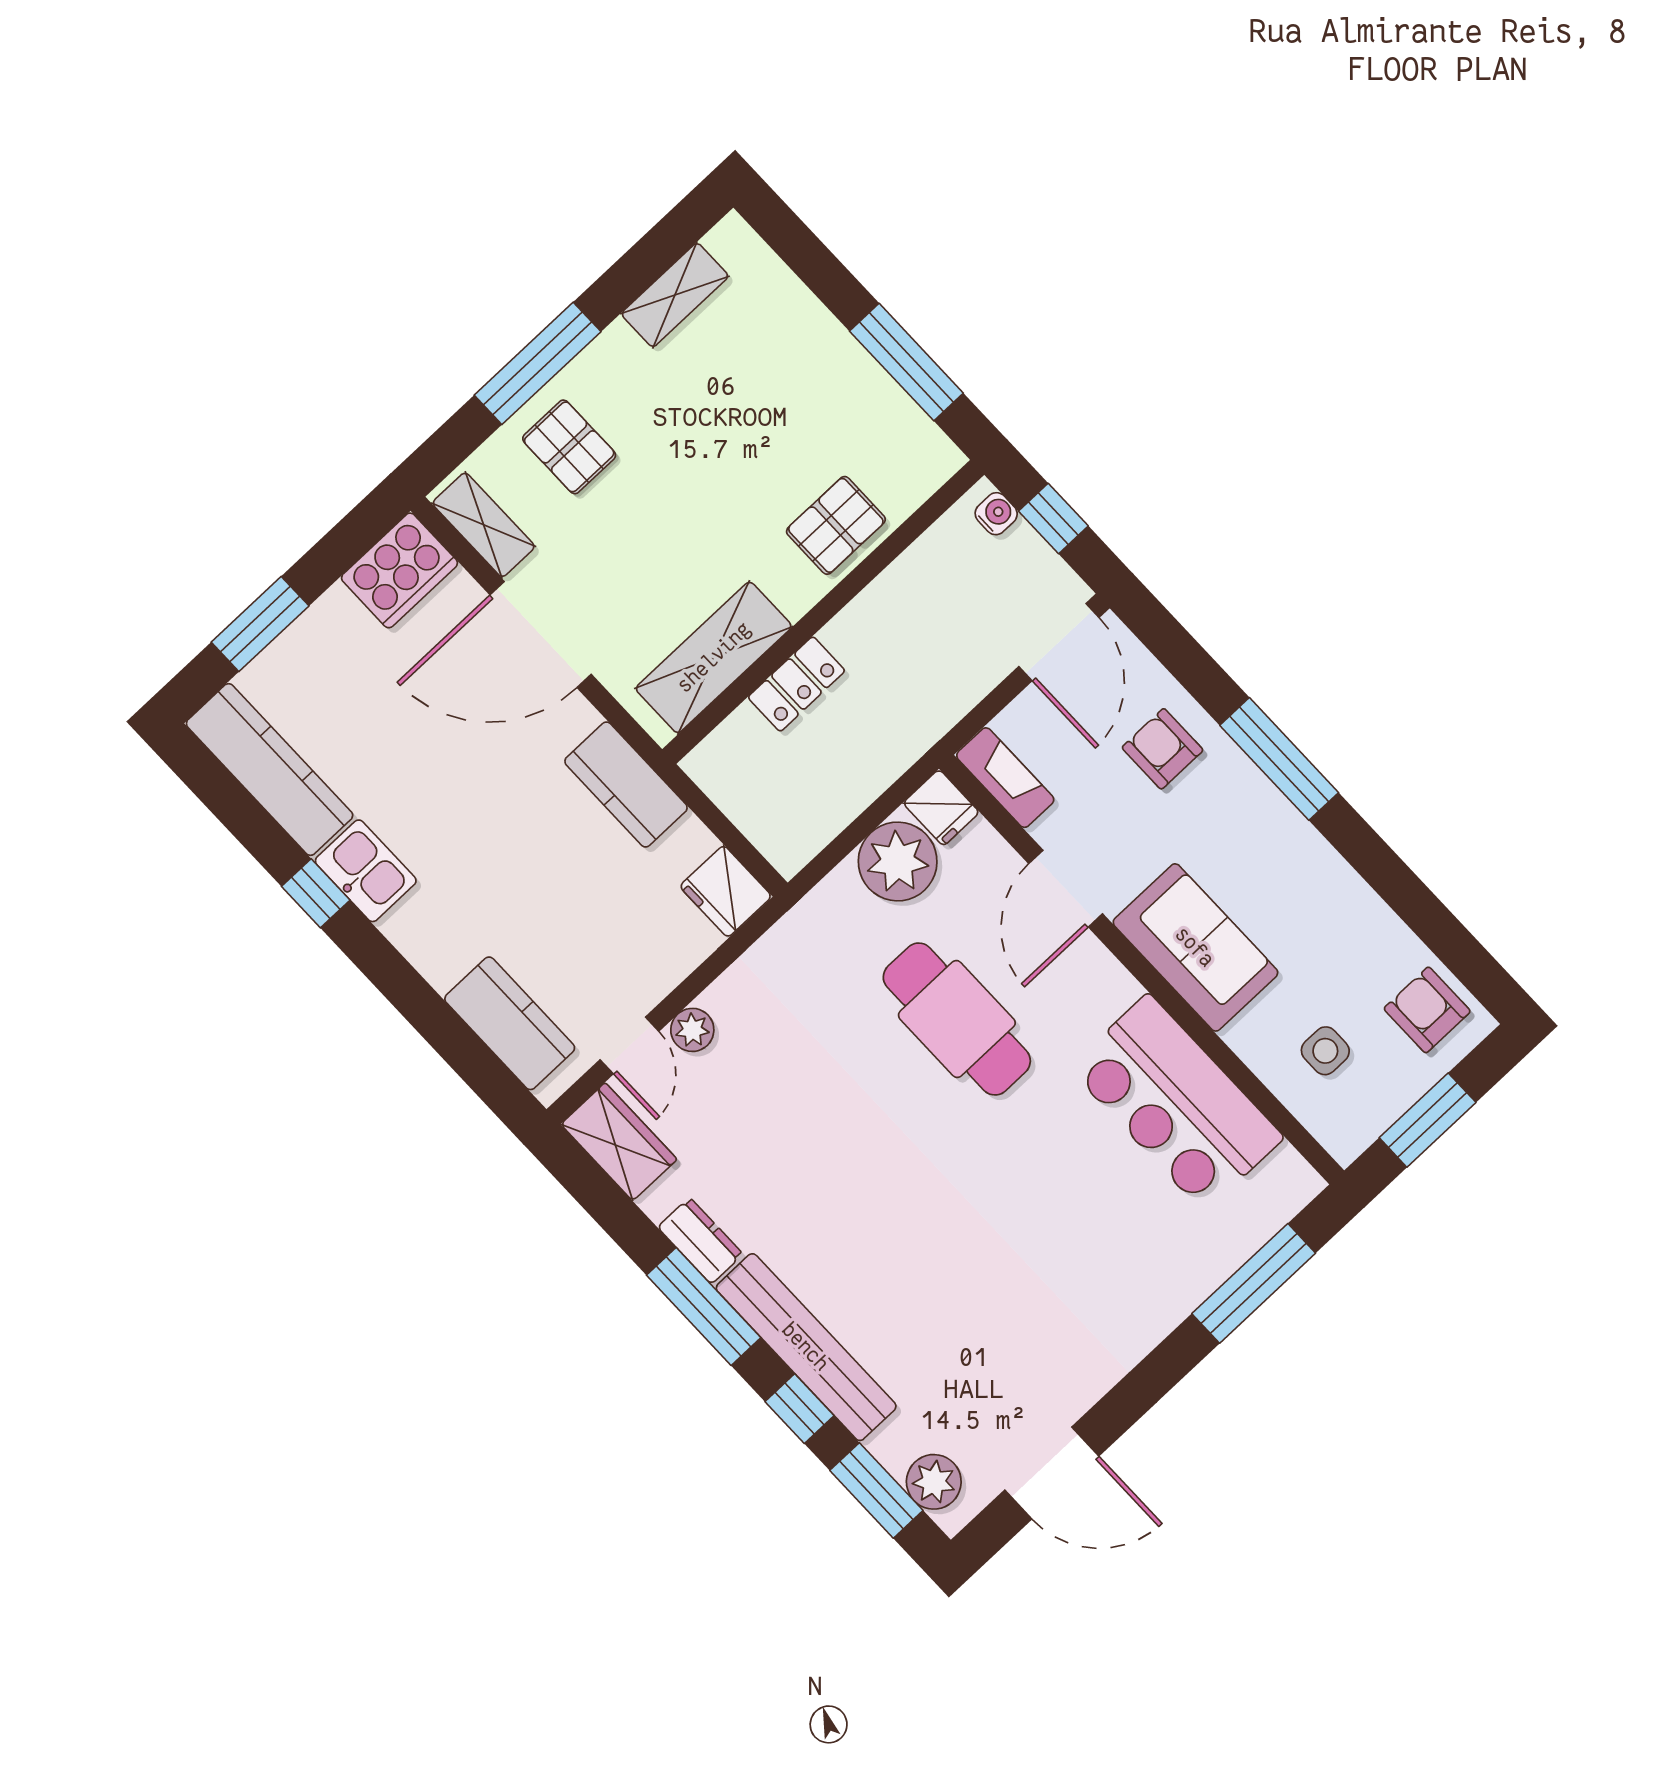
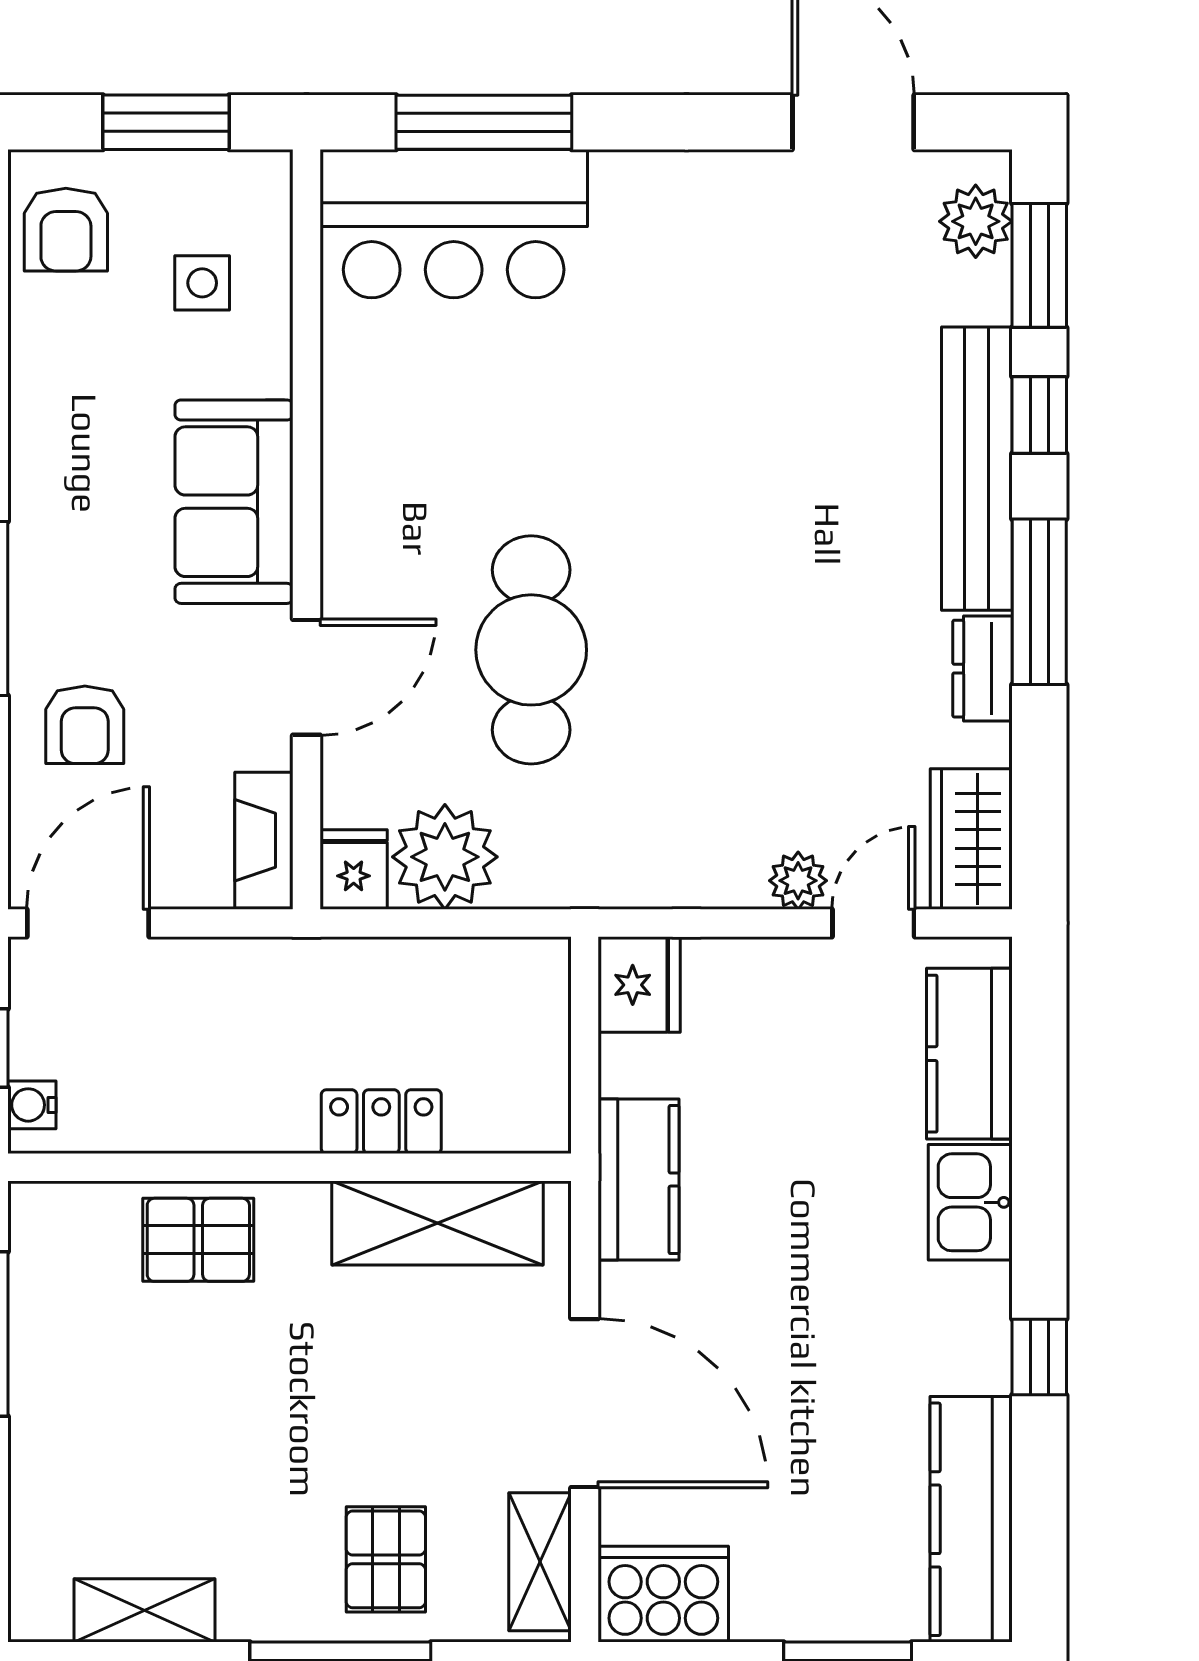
kitchen sink: (366, 871) -> (970, 1202), moved
bar counter: (1176, 1103) -> (454, 224), moved, turned 90

